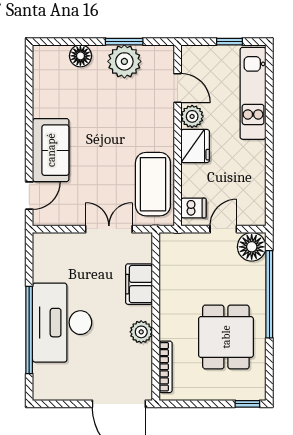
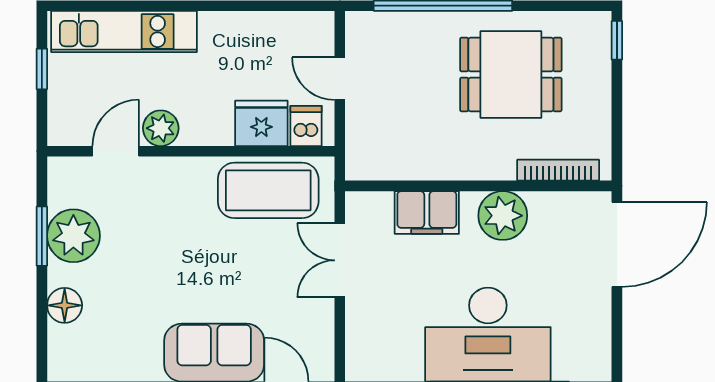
fridge: (195, 146) -> (261, 123), moved
floor lamp: (252, 247) -> (368, 34), removed
plant: (141, 332) -> (503, 216), width x1.36, depth x1.36

